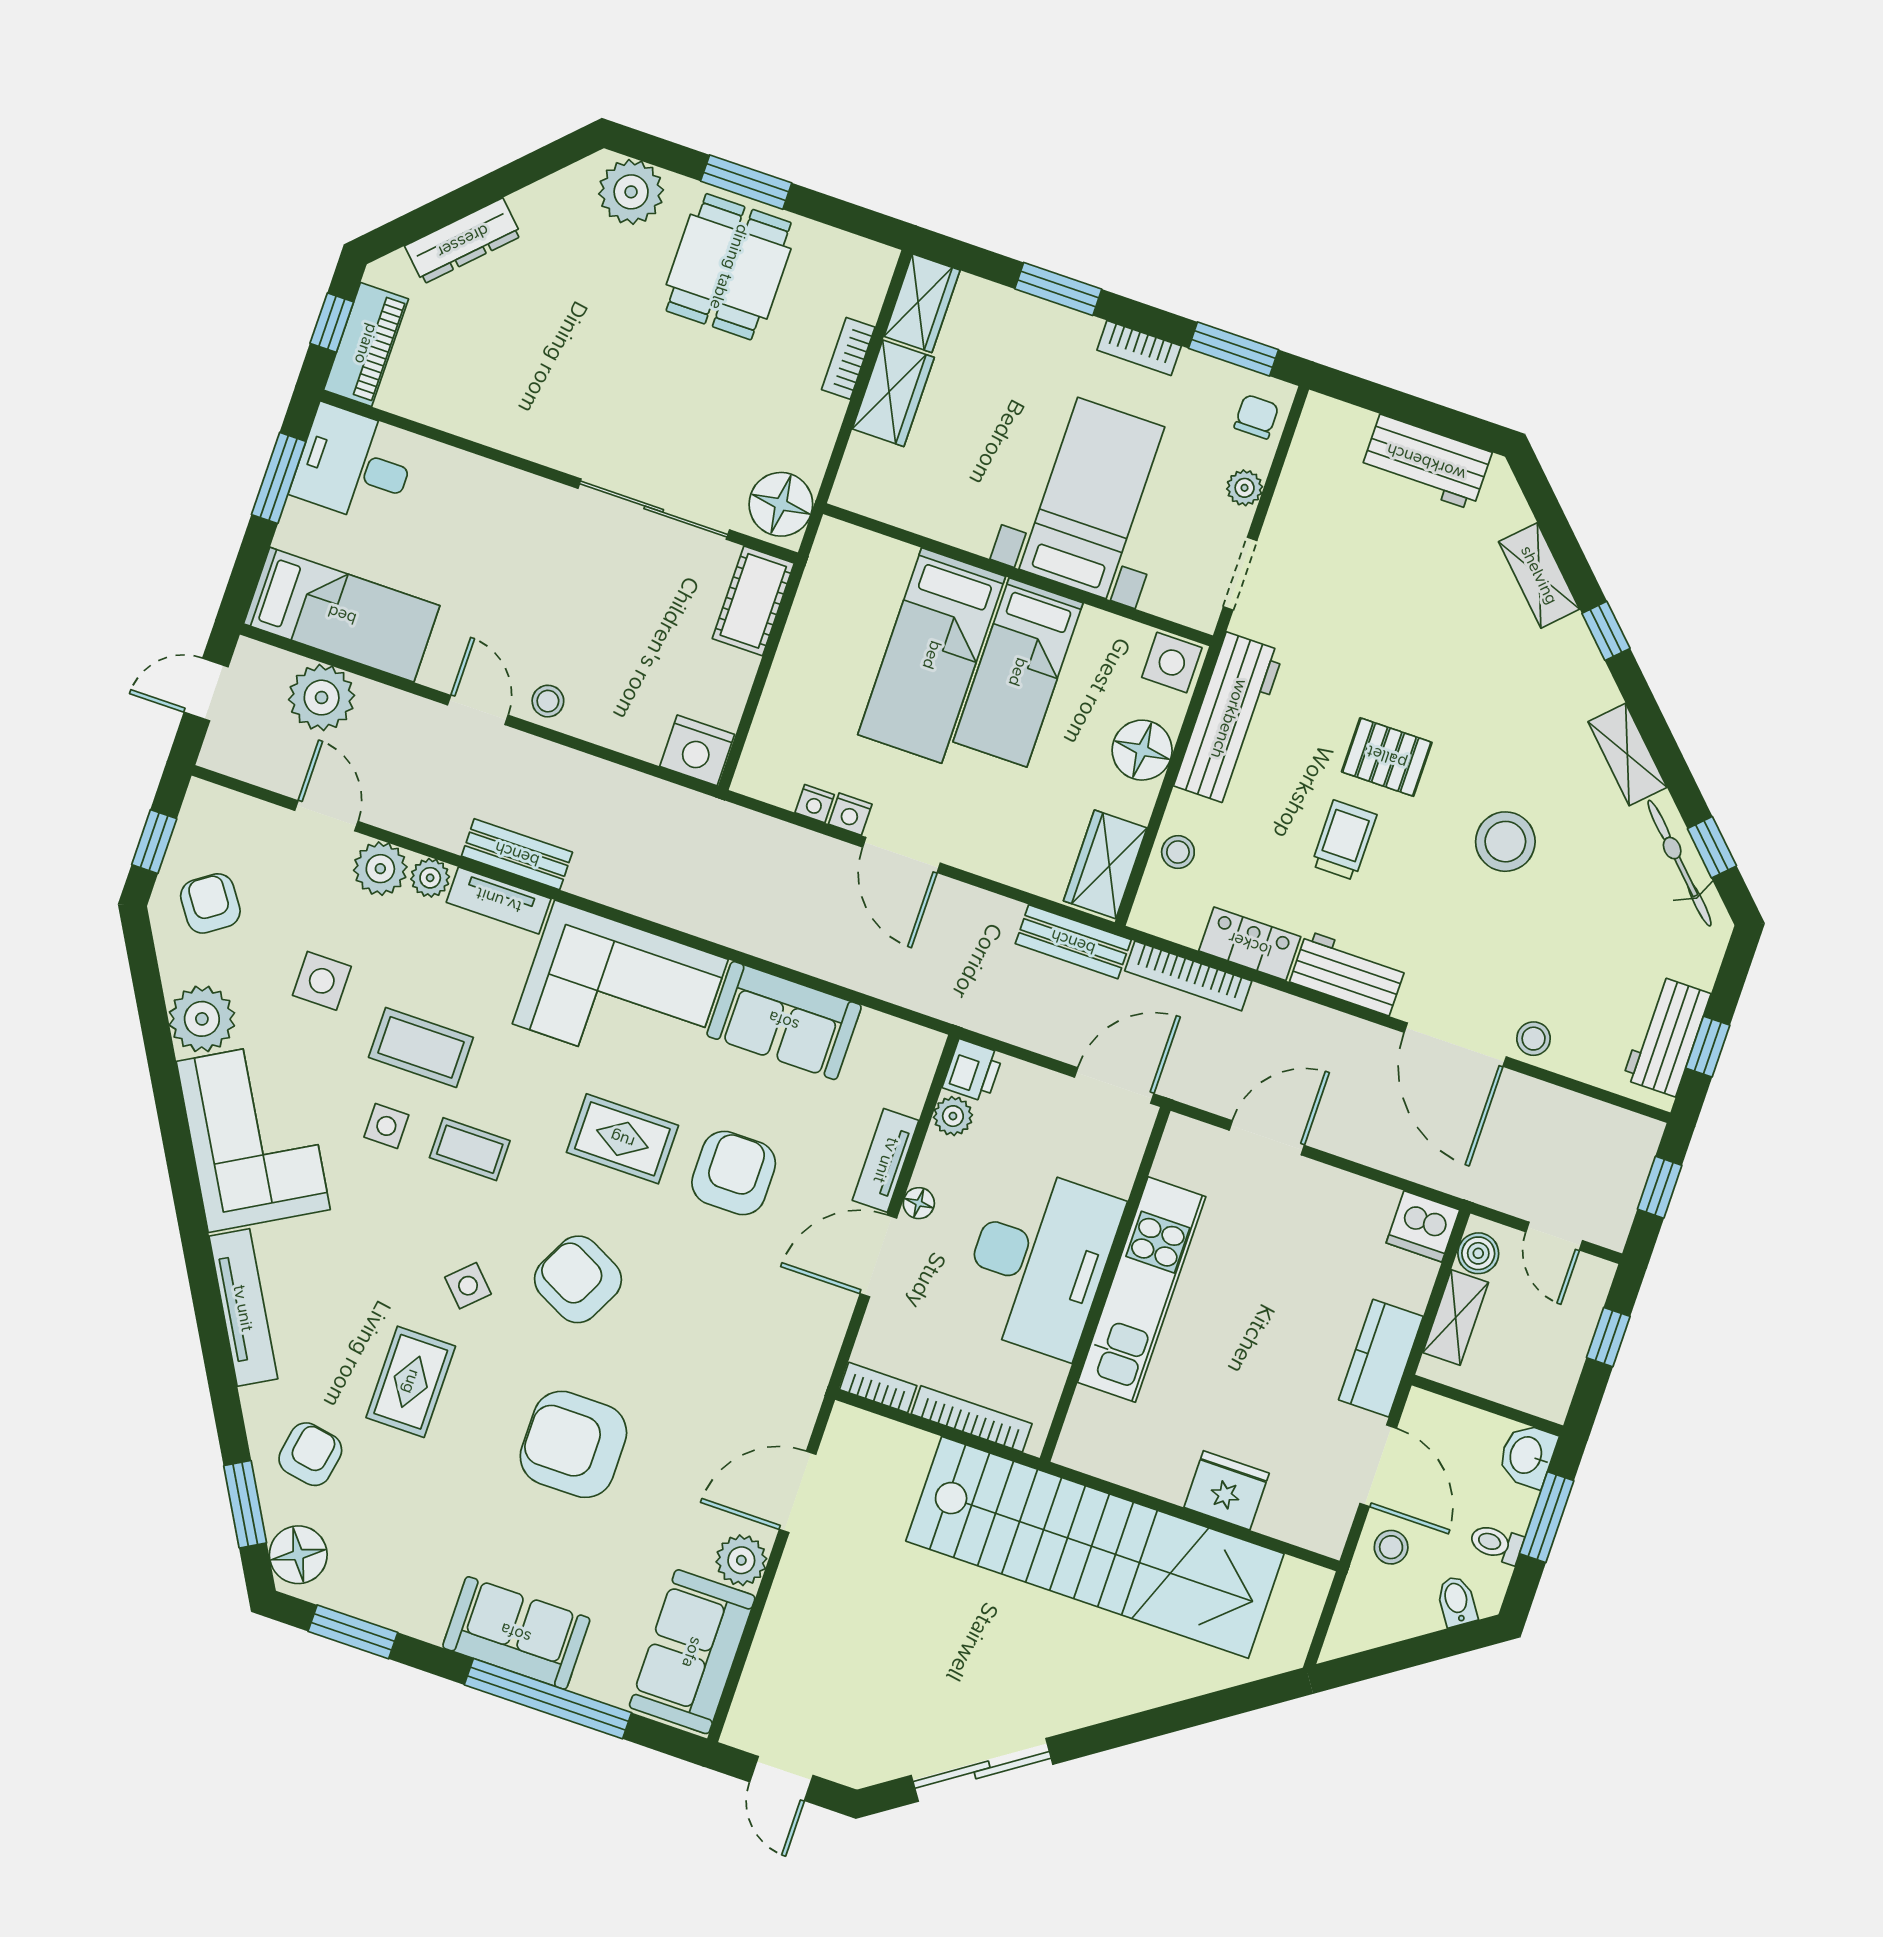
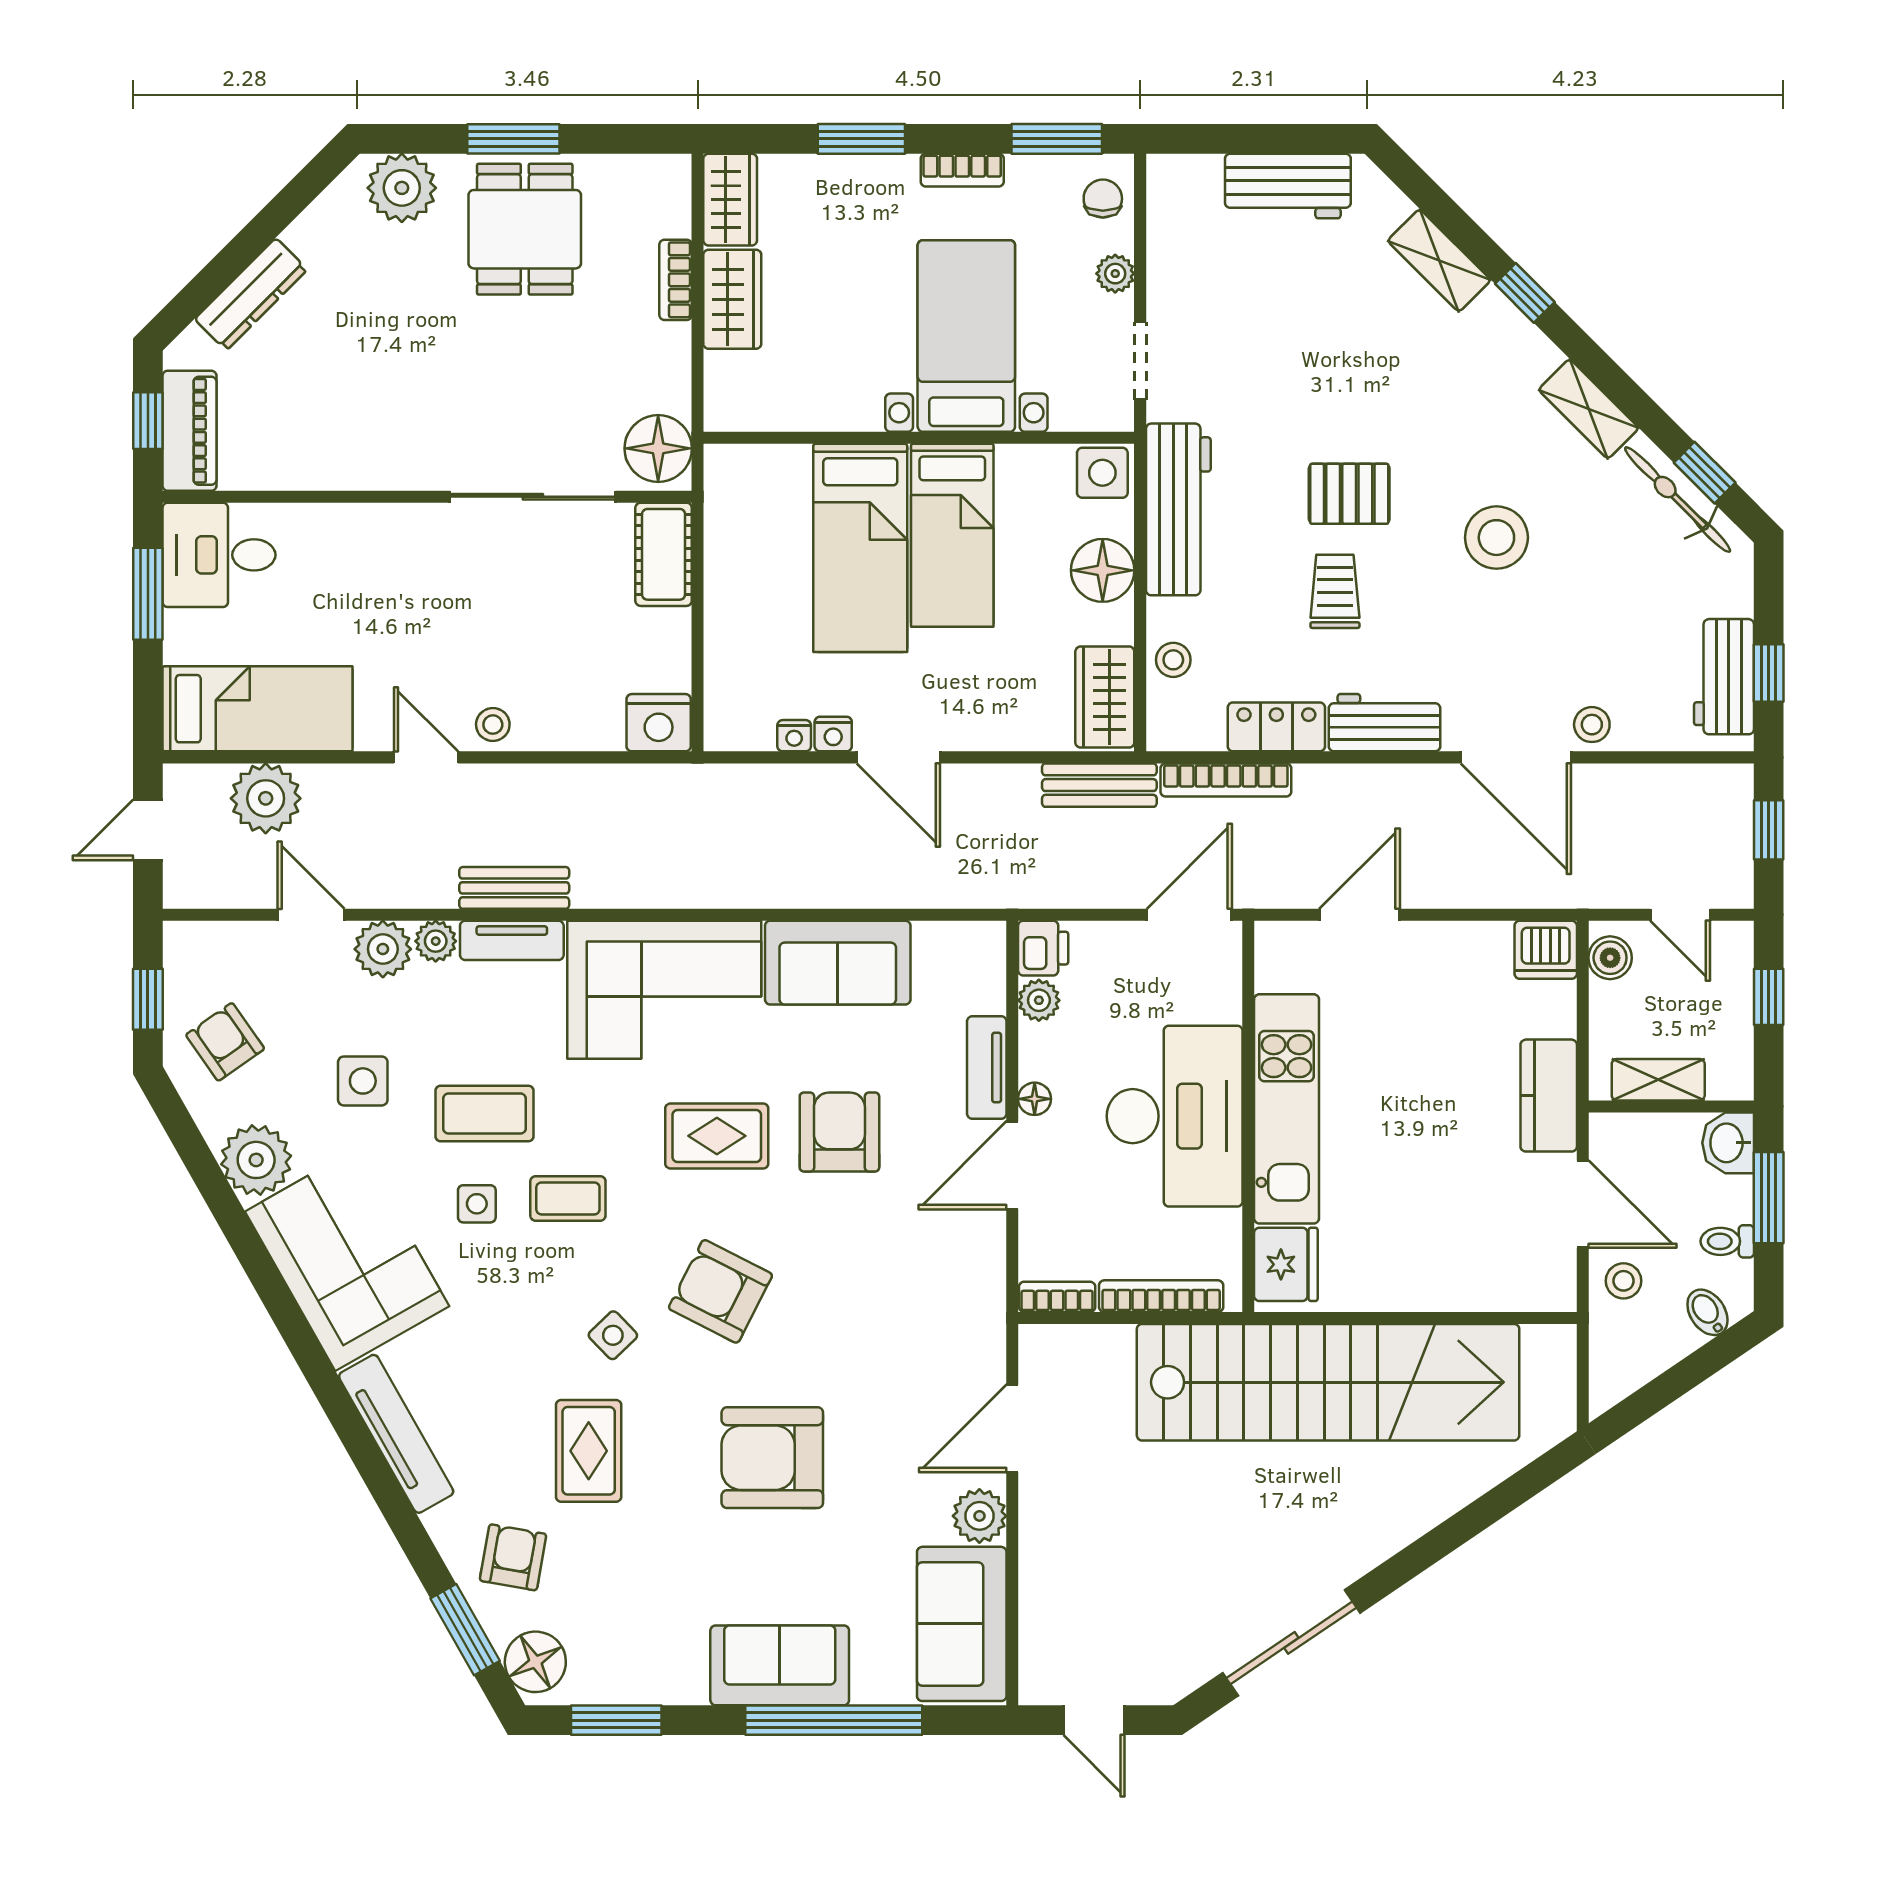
shelving: (1456, 1318) -> (1658, 1080), moved, turned 90
fridge: (1227, 1490) -> (1286, 1264), moved, turned 90

